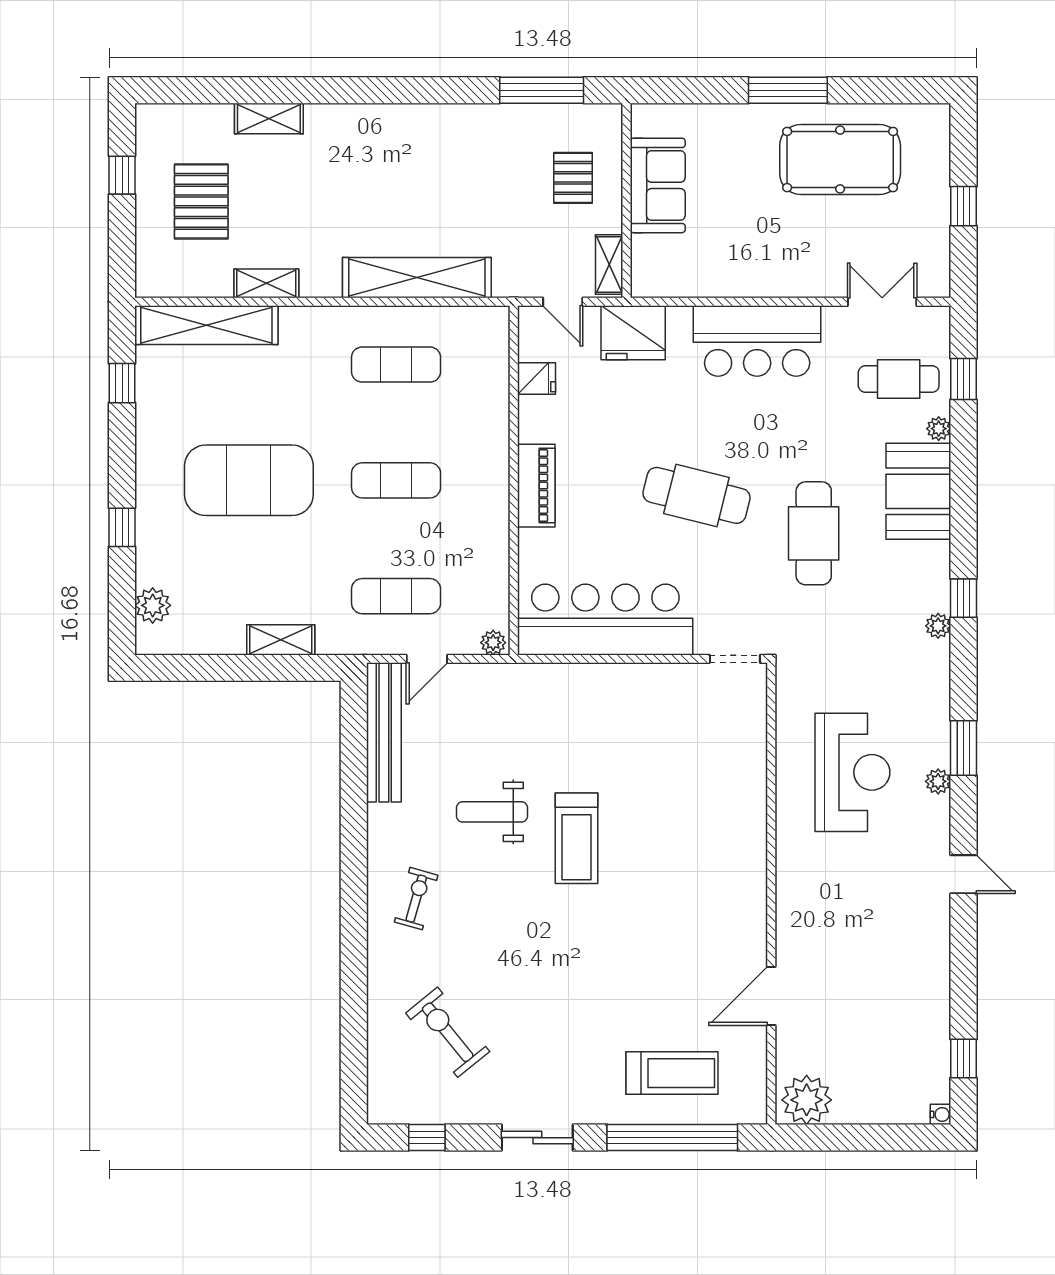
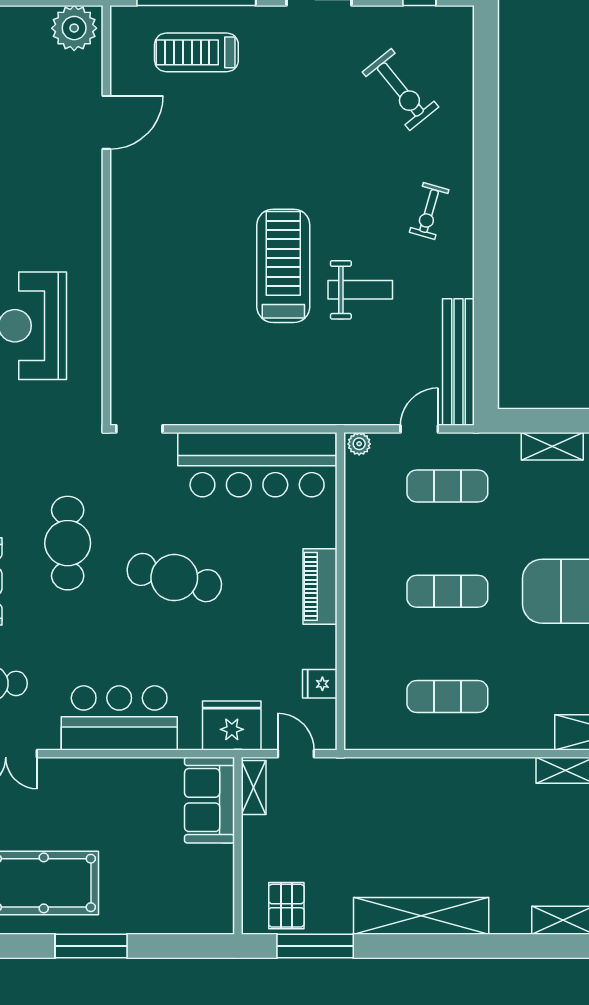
pallet: (573, 178) -> (286, 906), moved
sofa: (658, 185) -> (210, 800), moved
shelving: (417, 278) -> (421, 916), moved
treadmill: (577, 838) -> (283, 266), width x1.37, depth x1.38

